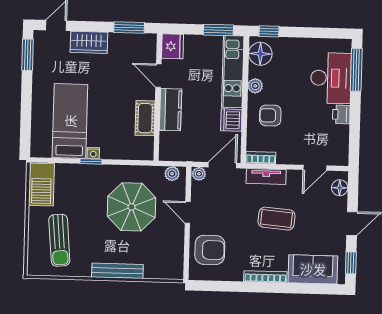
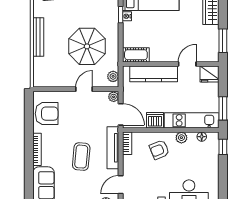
floor lamp: (260, 54) -> (202, 137), width x0.53, depth x0.53
kitchen counter: (171, 110) -> (154, 74), width x1.50
armchair: (270, 115) -> (159, 150), turned -112
cot: (145, 118) -> (136, 55), moved
door: (315, 168) -> (121, 185), hinge flipped
tv unit: (266, 176) -> (113, 148), width x1.41
armchair: (210, 250) -> (47, 114), moved, turned -90

